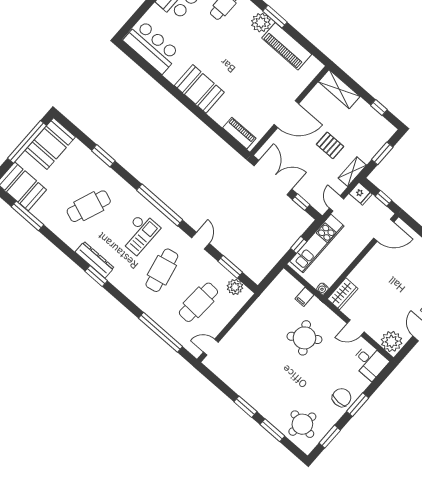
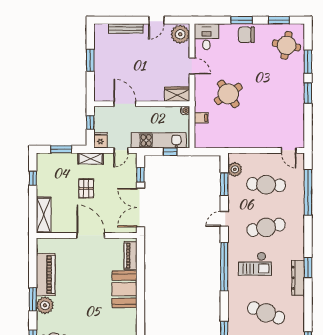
booth: (199, 89) -> (124, 289), moved
door: (384, 230) -> (125, 104), moved
checkout: (139, 233) -> (255, 264), turned 180

